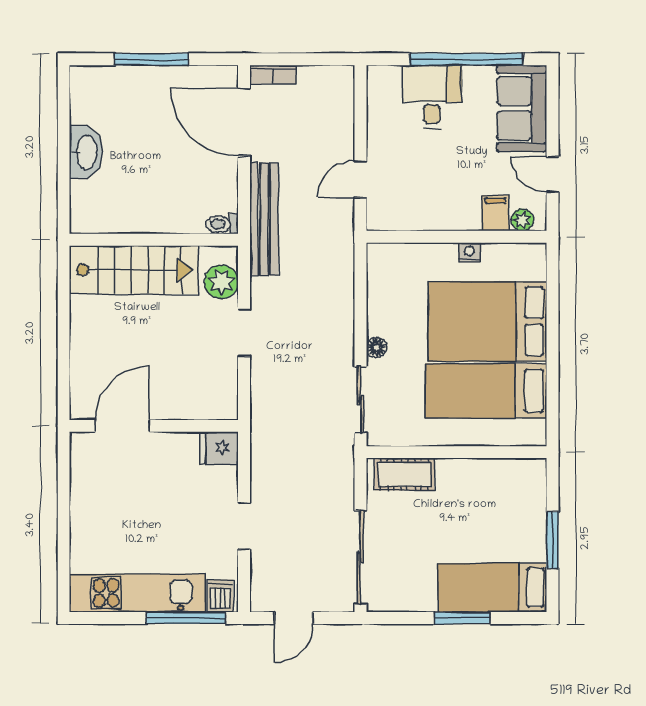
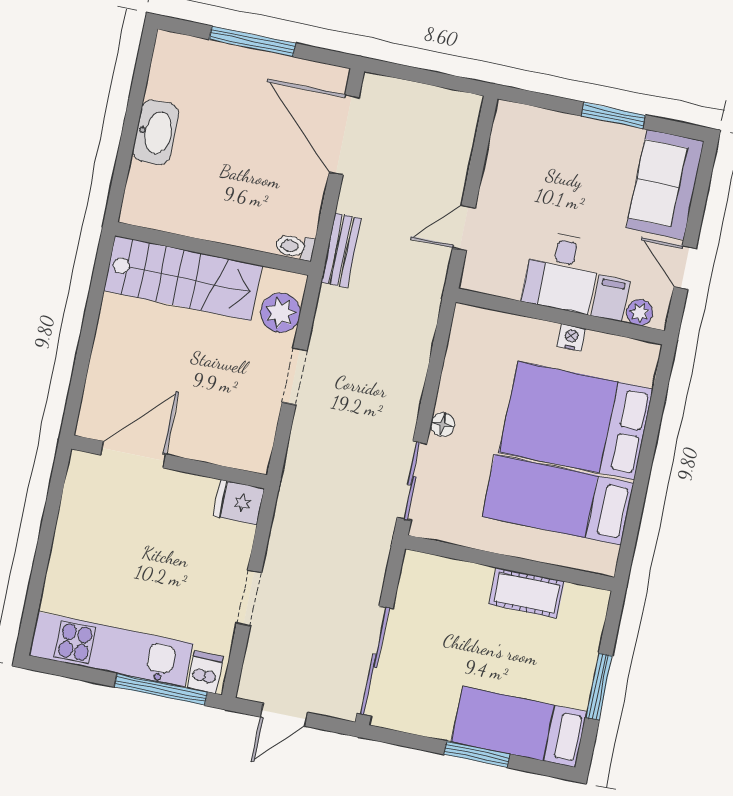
window: (466, 59) -> (613, 115), width x0.47
bookcase: (273, 74) -> (388, 87), removed
desk: (432, 97) -> (562, 272), moved, turned 180
bench: (264, 219) -> (341, 250), width x0.54, depth x0.82
cot: (404, 474) -> (527, 593), moved

